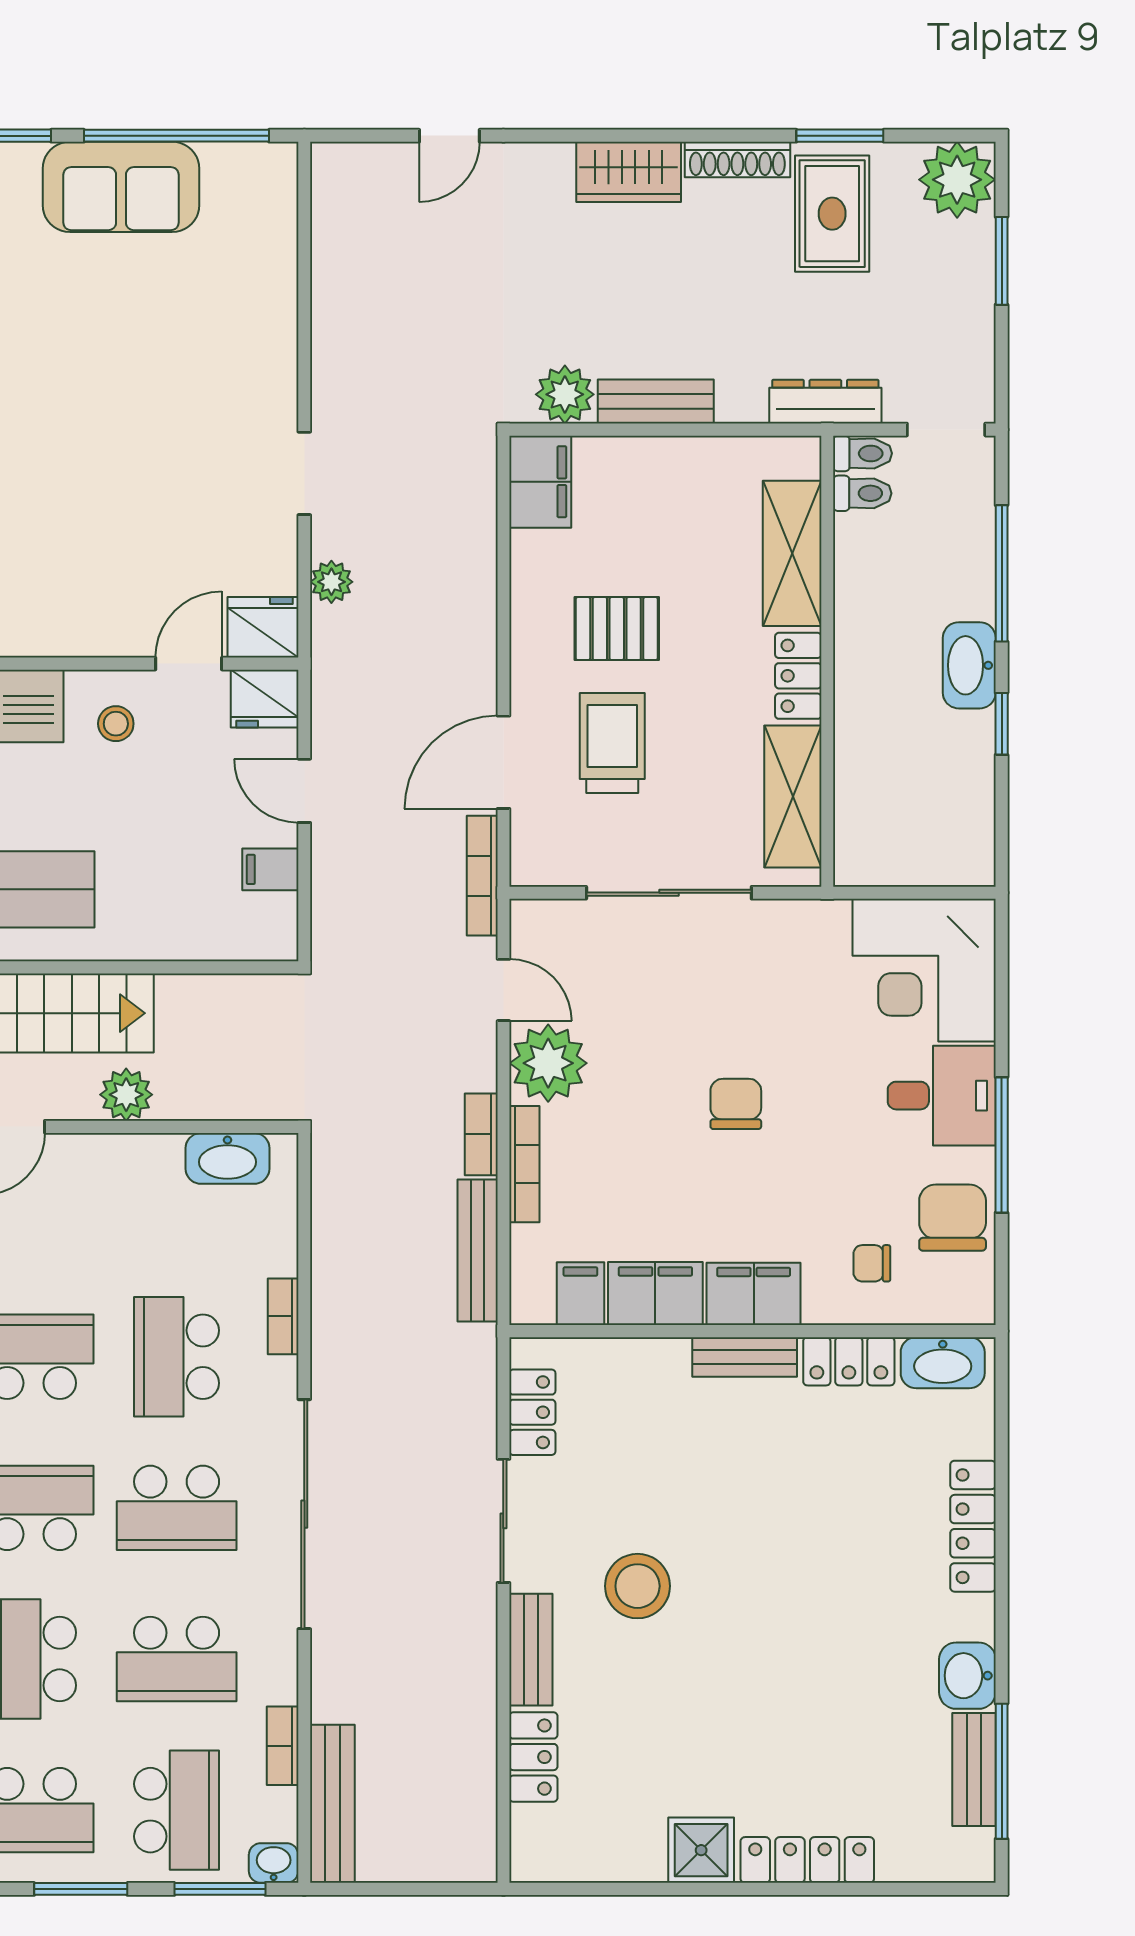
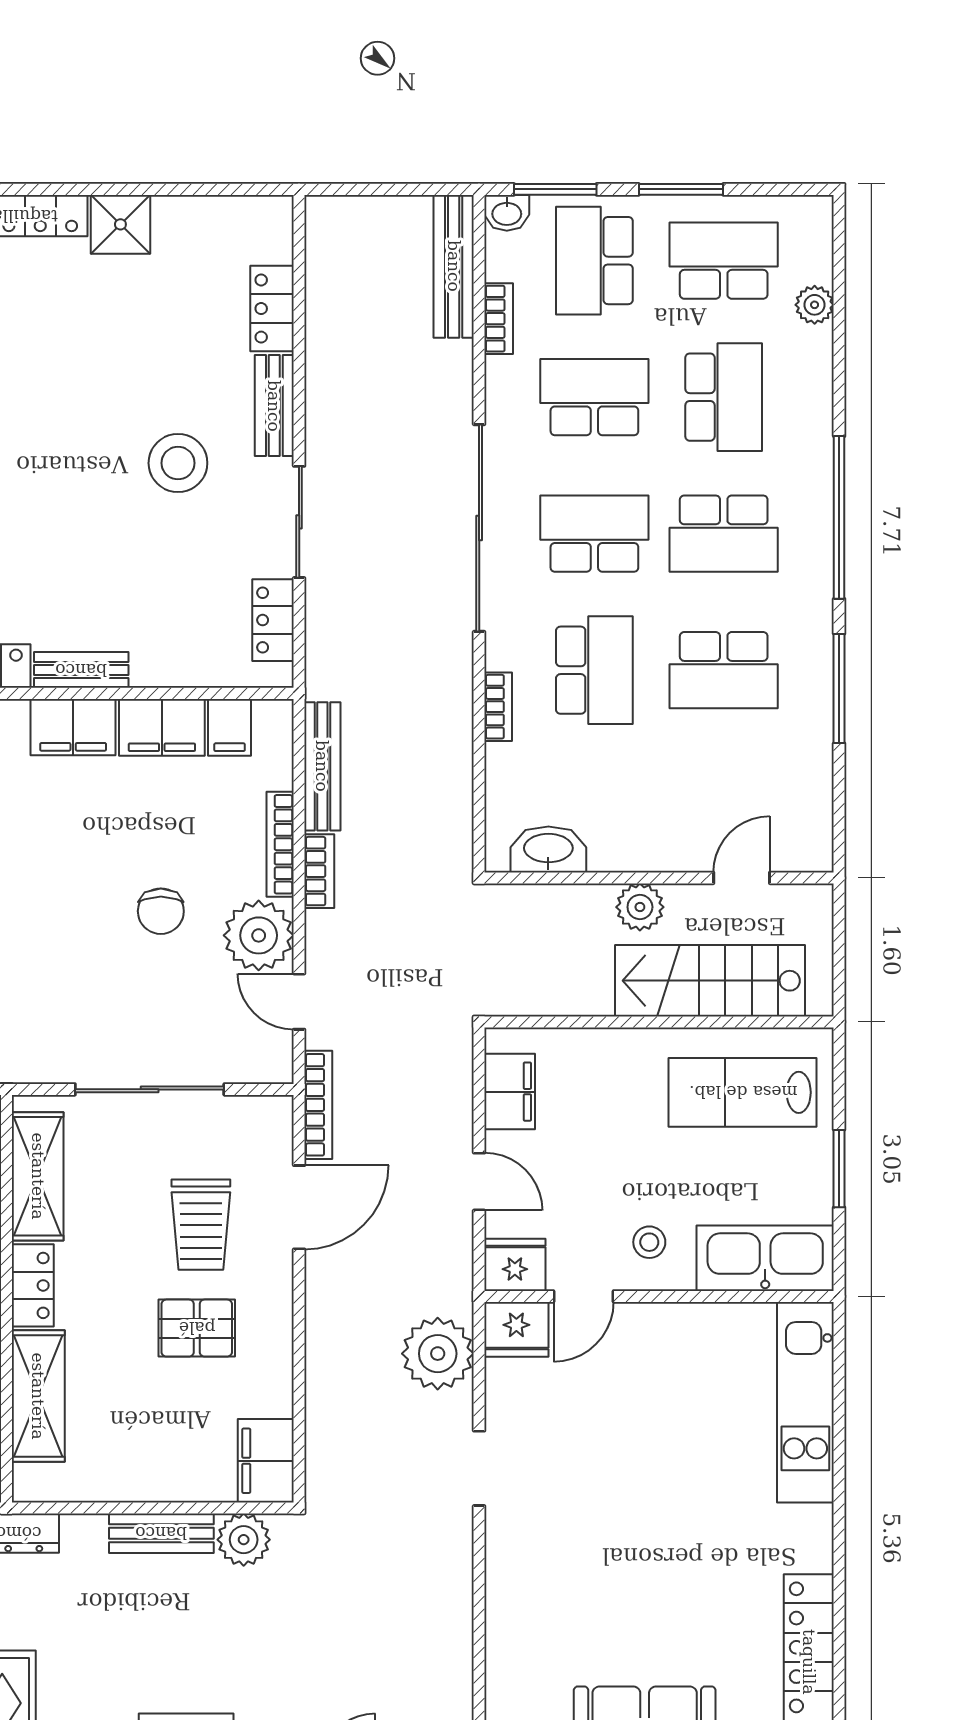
plant: (331, 582) -> (438, 1354), width x1.87, depth x1.87
filing cabinet: (270, 869) -> (510, 1092), width x2.00
chair: (736, 1104) -> (161, 911), moved

